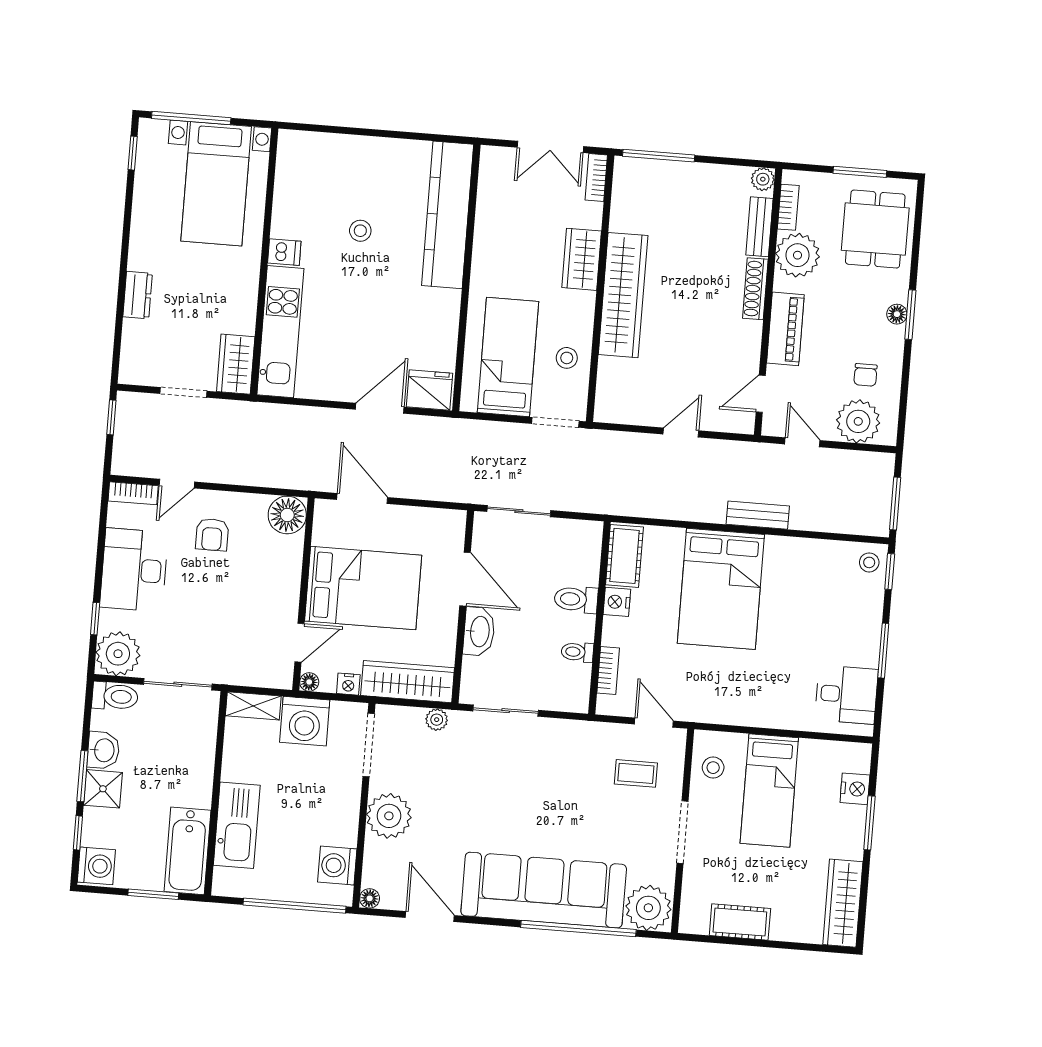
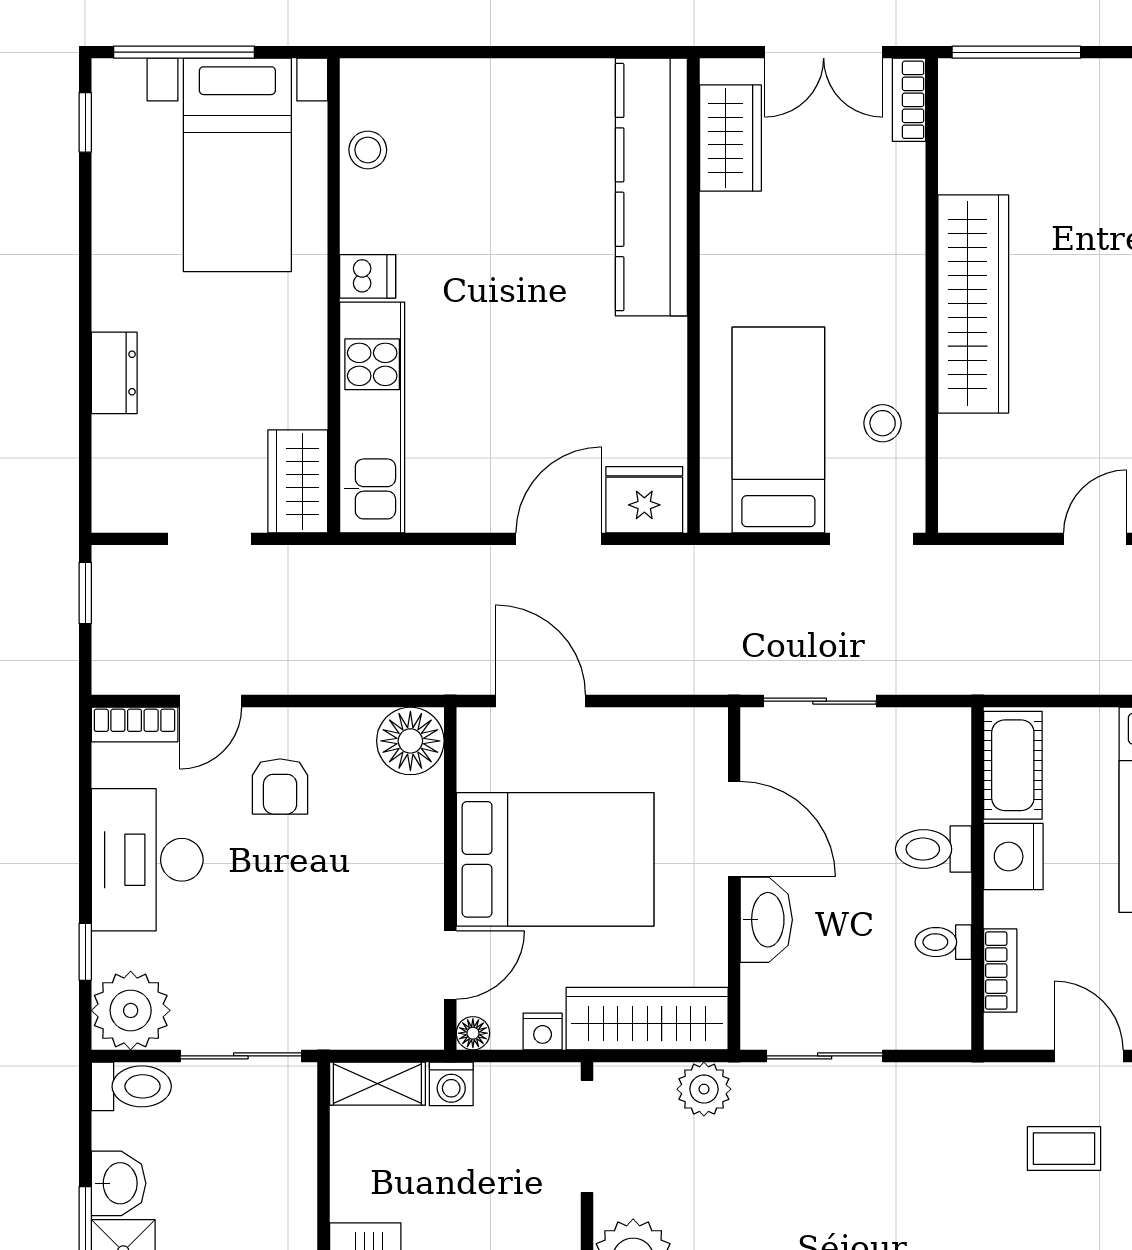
stool: (360, 231) -> (368, 150), moved
wardrobe: (582, 259) -> (730, 138), moved, turned 180
nightstand: (617, 602) -> (1013, 857), width x1.36, depth x1.33
plant: (437, 720) -> (704, 1089), width x1.38, depth x1.38
washing machine: (305, 721) -> (451, 1084), width x0.53, depth x0.53

